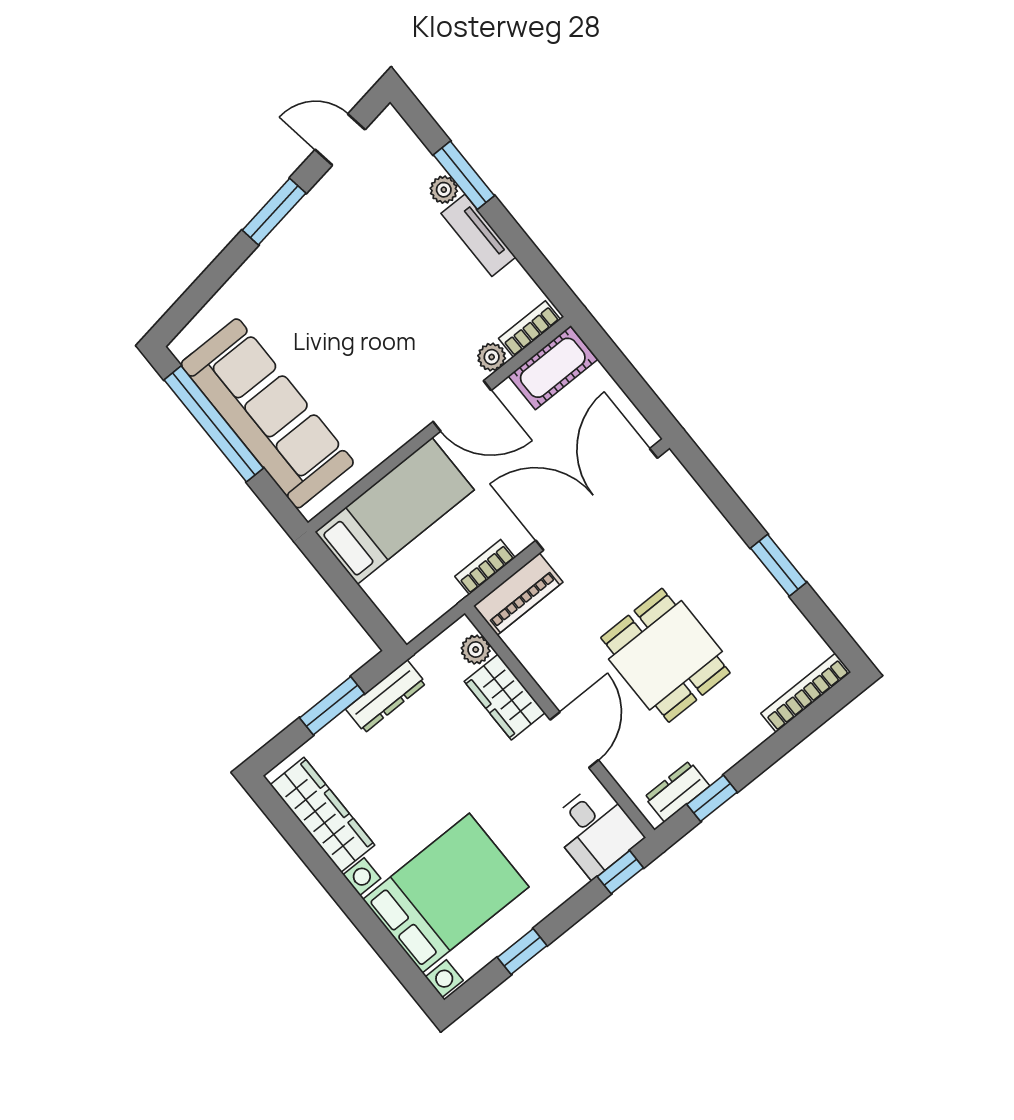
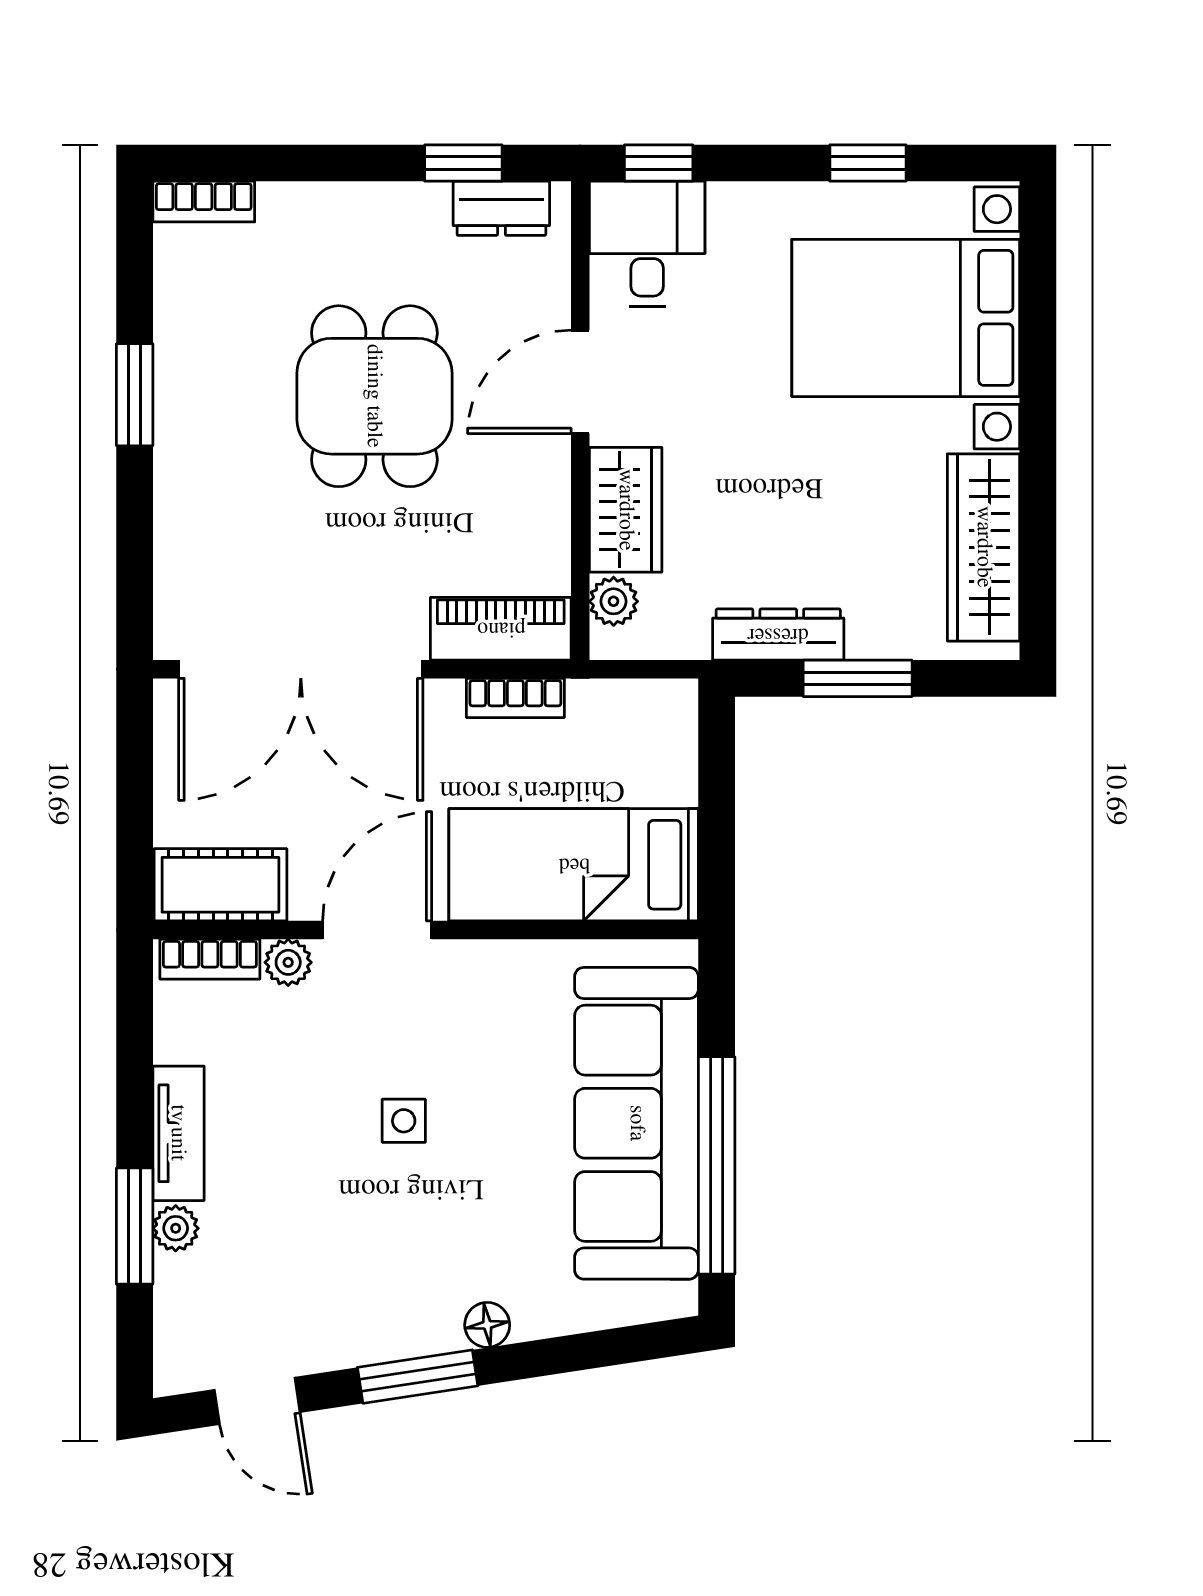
floor lamp: (261, 262) -> (487, 1325), added
side table: (377, 326) -> (404, 1121), added
door: (462, 406) -> (377, 930), hinge flipped
bookcase: (806, 693) -> (204, 202), width x0.64

